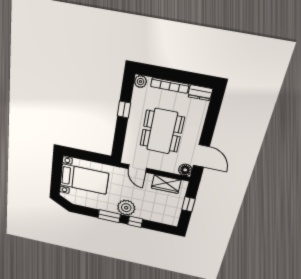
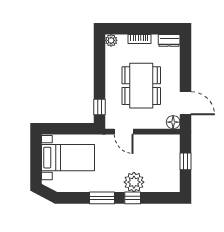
bookcase: (170, 85) -> (139, 39), width x0.64
window: (124, 110) -> (99, 107), moved
wardrobe: (166, 184) -> (157, 143), removed
plant: (126, 208) -> (134, 182), moved

